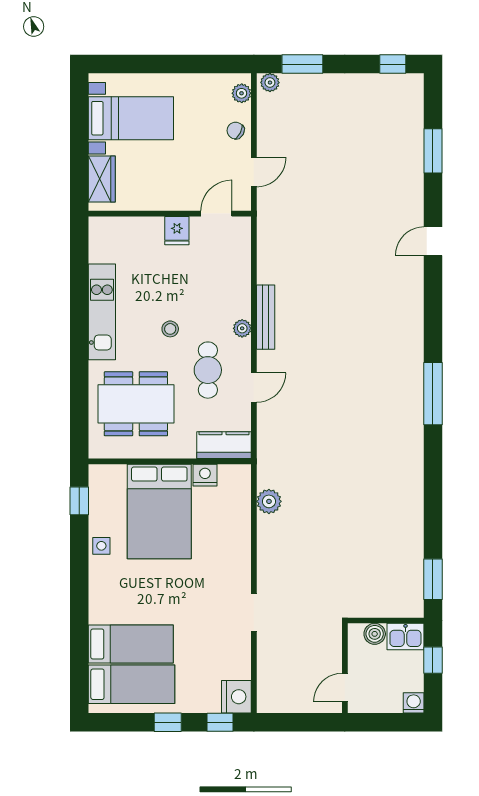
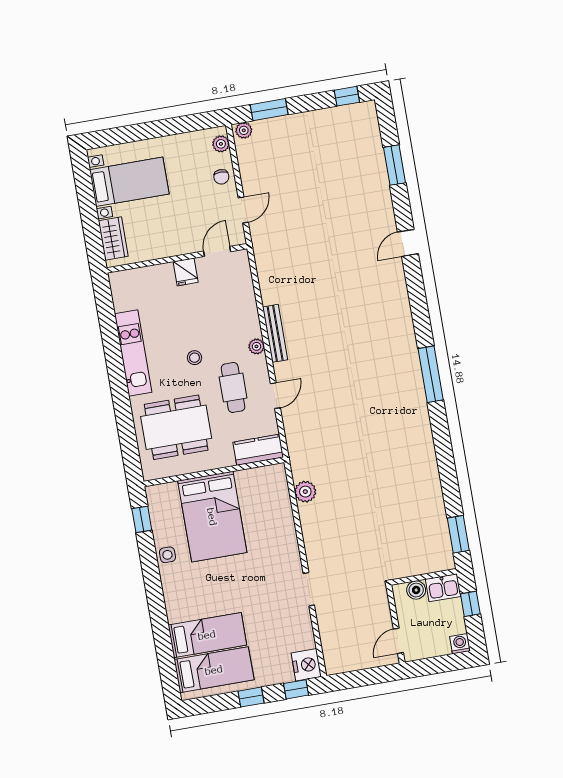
chair: (236, 131) -> (221, 177), turned -117
nightstand: (205, 475) -> (246, 478), removed

